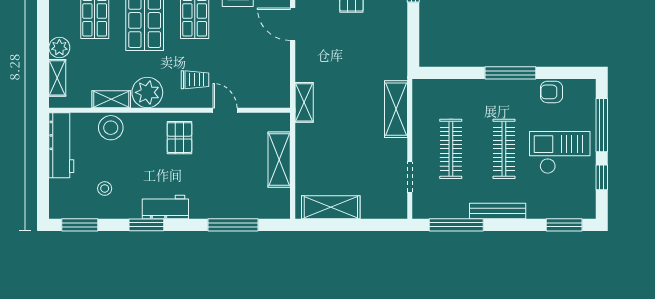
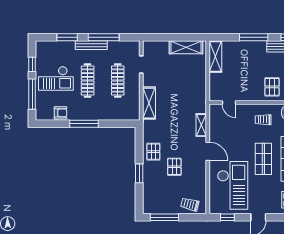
pallet: (388, 24) -> (153, 152), added
shelving: (304, 102) -> (201, 125), moved
door: (225, 110) -> (229, 103), moved
shelving: (279, 160) -> (215, 56), moved
window: (233, 225) -> (254, 37), moved
window: (456, 225) -> (104, 37), moved
window: (564, 225) -> (67, 37), moved

